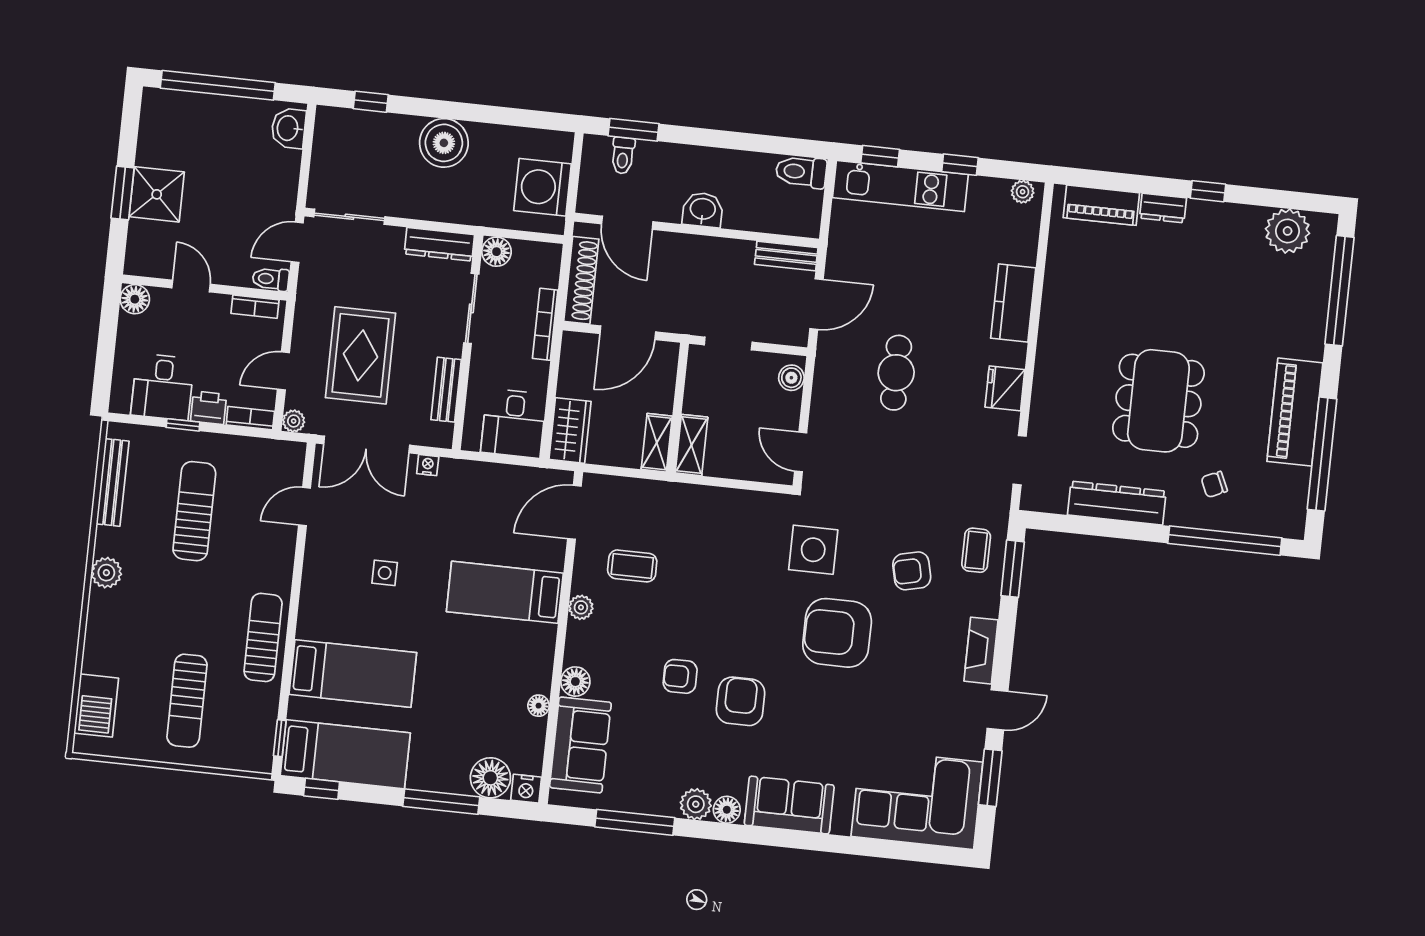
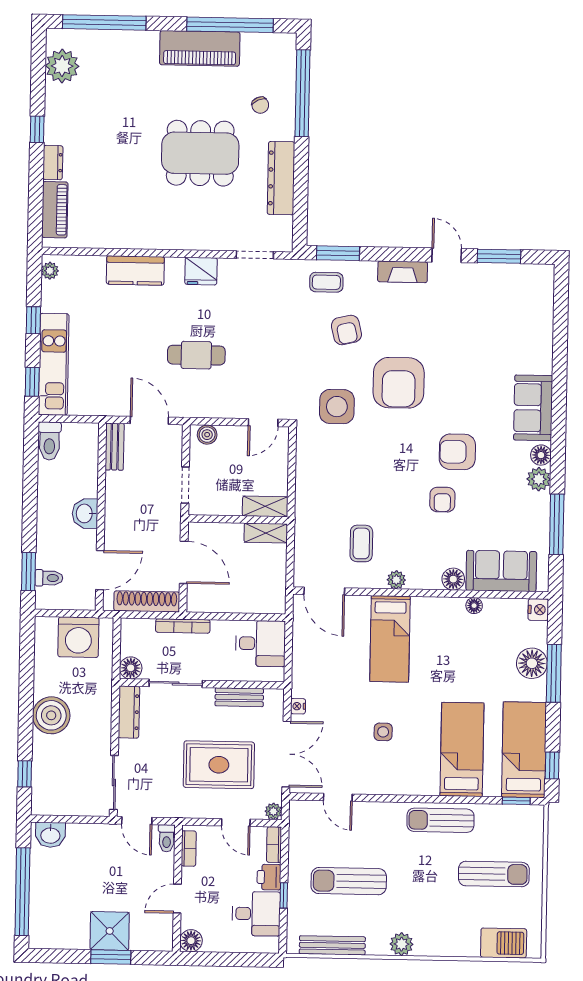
wardrobe: (570, 430) -> (262, 600), removed
floor lamp: (490, 778) -> (532, 663), moved
corner sofa: (917, 799) -> (520, 311), removed

